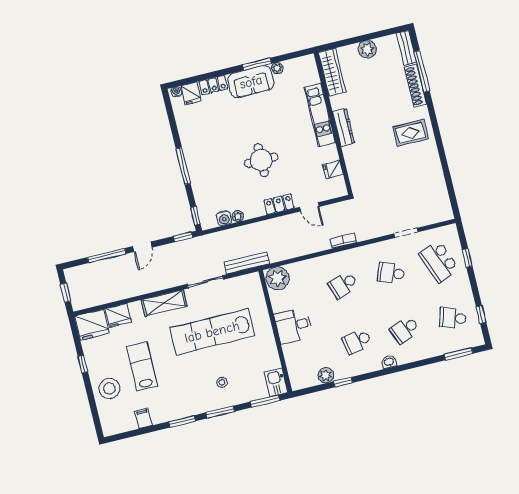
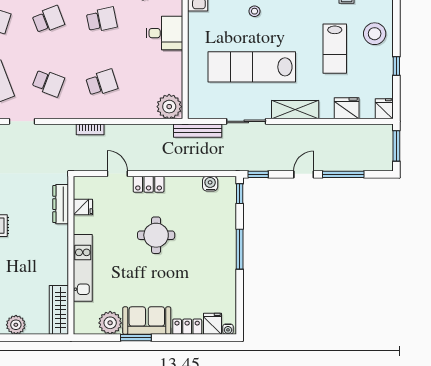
plant: (277, 68) -> (110, 323), width x1.88, depth x1.88
dresser: (344, 128) -> (61, 204), moved
plant: (238, 216) -> (195, 182), removed
window: (65, 293) -> (396, 146), width x1.50
fridge: (92, 325) -> (384, 109), width x0.53, depth x0.75
desk: (294, 326) -> (164, 33), moved
lab bench: (212, 332) -> (252, 67), turned 180

